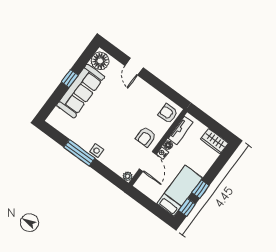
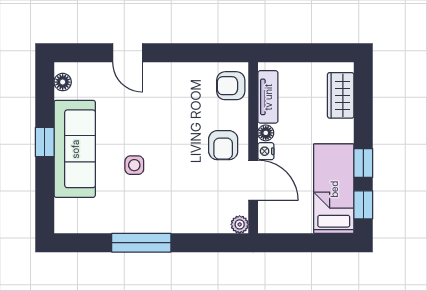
floor lamp: (100, 61) -> (63, 82), width x0.53, depth x0.53
wardrobe: (214, 141) -> (341, 95), moved, turned 90
side table: (96, 151) -> (134, 165), moved

